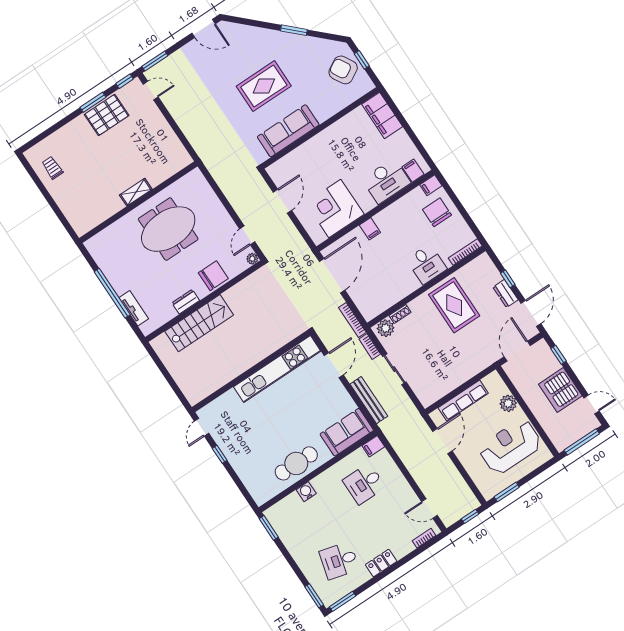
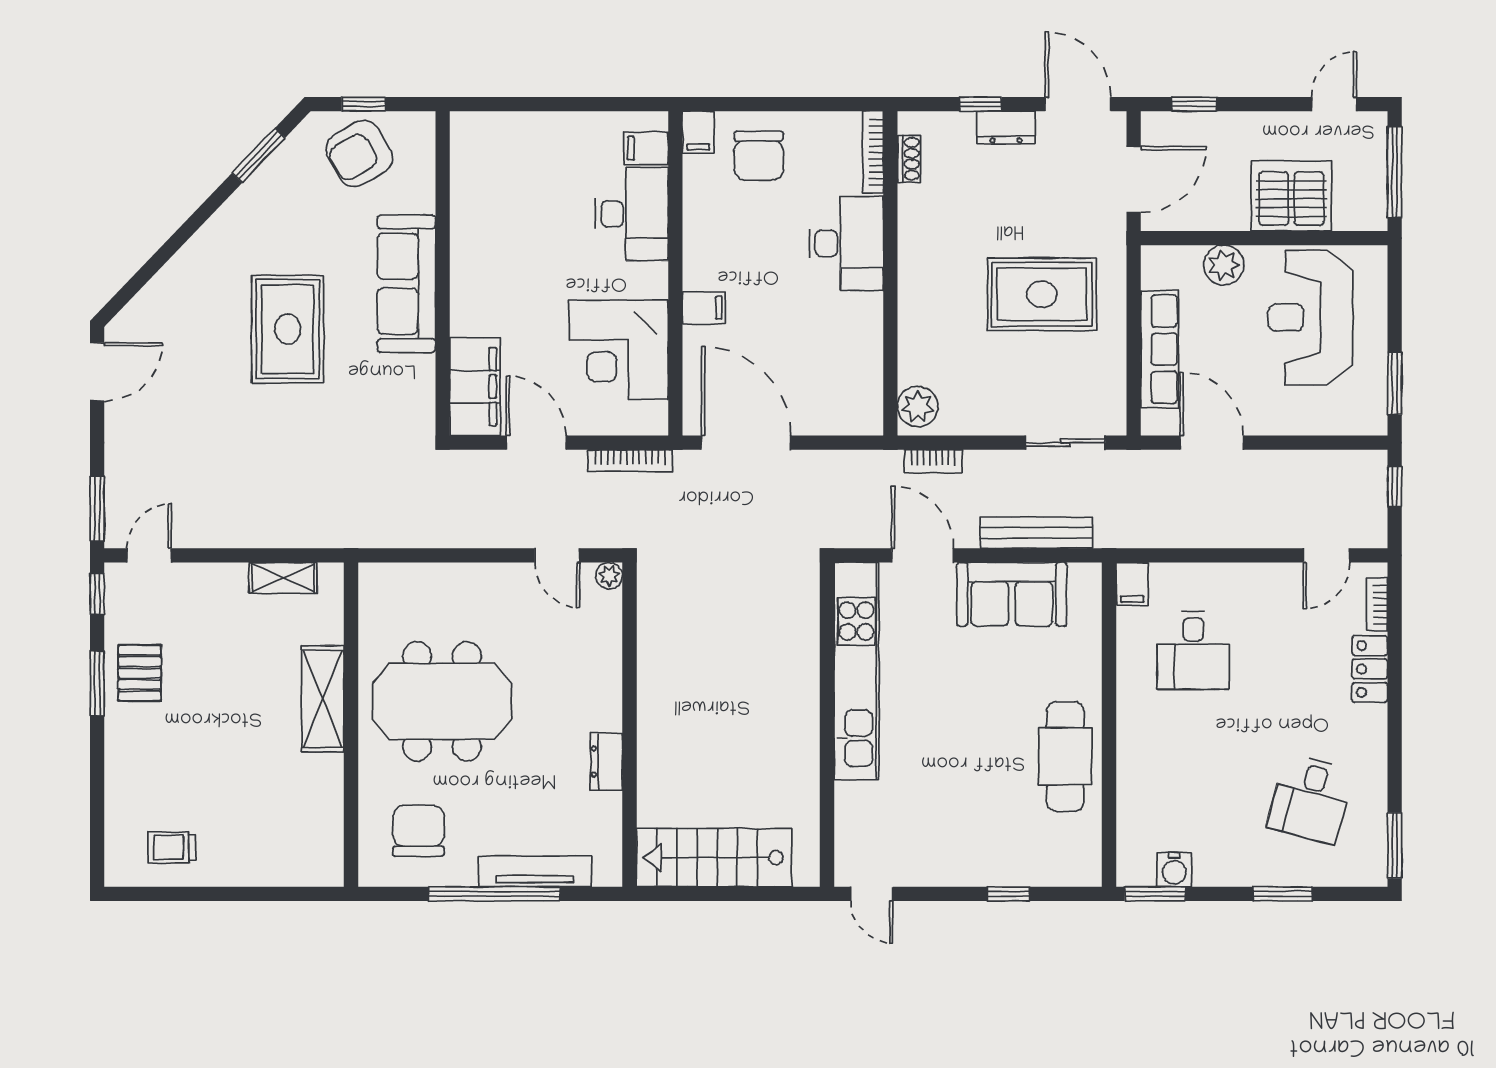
window: (294, 30) -> (259, 155), moved
pallet: (107, 115) -> (140, 673), width x0.67, depth x0.71
filing cabinet: (382, 115) -> (475, 387), moved, turned -90
sofa: (288, 131) -> (406, 284), moved
shelving: (174, 143) -> (283, 578), added
shelving: (136, 192) -> (323, 699), width x1.50, depth x1.33
chair: (437, 212) -> (759, 156), turned -90
meeting table: (168, 229) -> (442, 701), turned 90
desk: (427, 264) -> (846, 243), width x1.37
chair: (213, 276) -> (418, 831), moved
rug: (454, 305) -> (1042, 294), moved
tv unit: (134, 308) -> (535, 871), width x1.41
shoe rack: (400, 314) -> (909, 159), moved
bookcase: (352, 320) -> (630, 461), moved
stairs: (199, 323) -> (714, 858), moved, turned -90
door: (517, 351) -> (1134, 180), swing flipped
sliding door: (394, 369) -> (1065, 443), moved
server rack: (560, 390) -> (1291, 196), moved, turned 180
sofa: (347, 432) -> (1012, 594), moved, turned -90
window: (220, 454) -> (1009, 894), moved
water cooler: (306, 492) -> (1174, 870), moved, turned -90
locker: (381, 563) -> (1370, 669), moved
window: (314, 596) -> (1283, 894), moved

